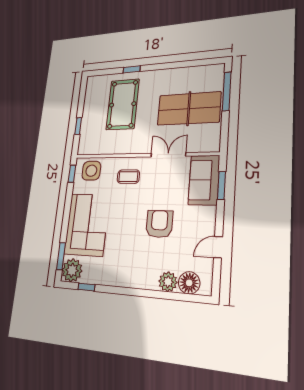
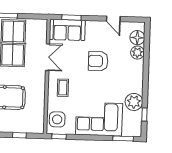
double door: (168, 155) -> (48, 57), swing flipped
plant: (72, 270) -> (134, 102), moved

